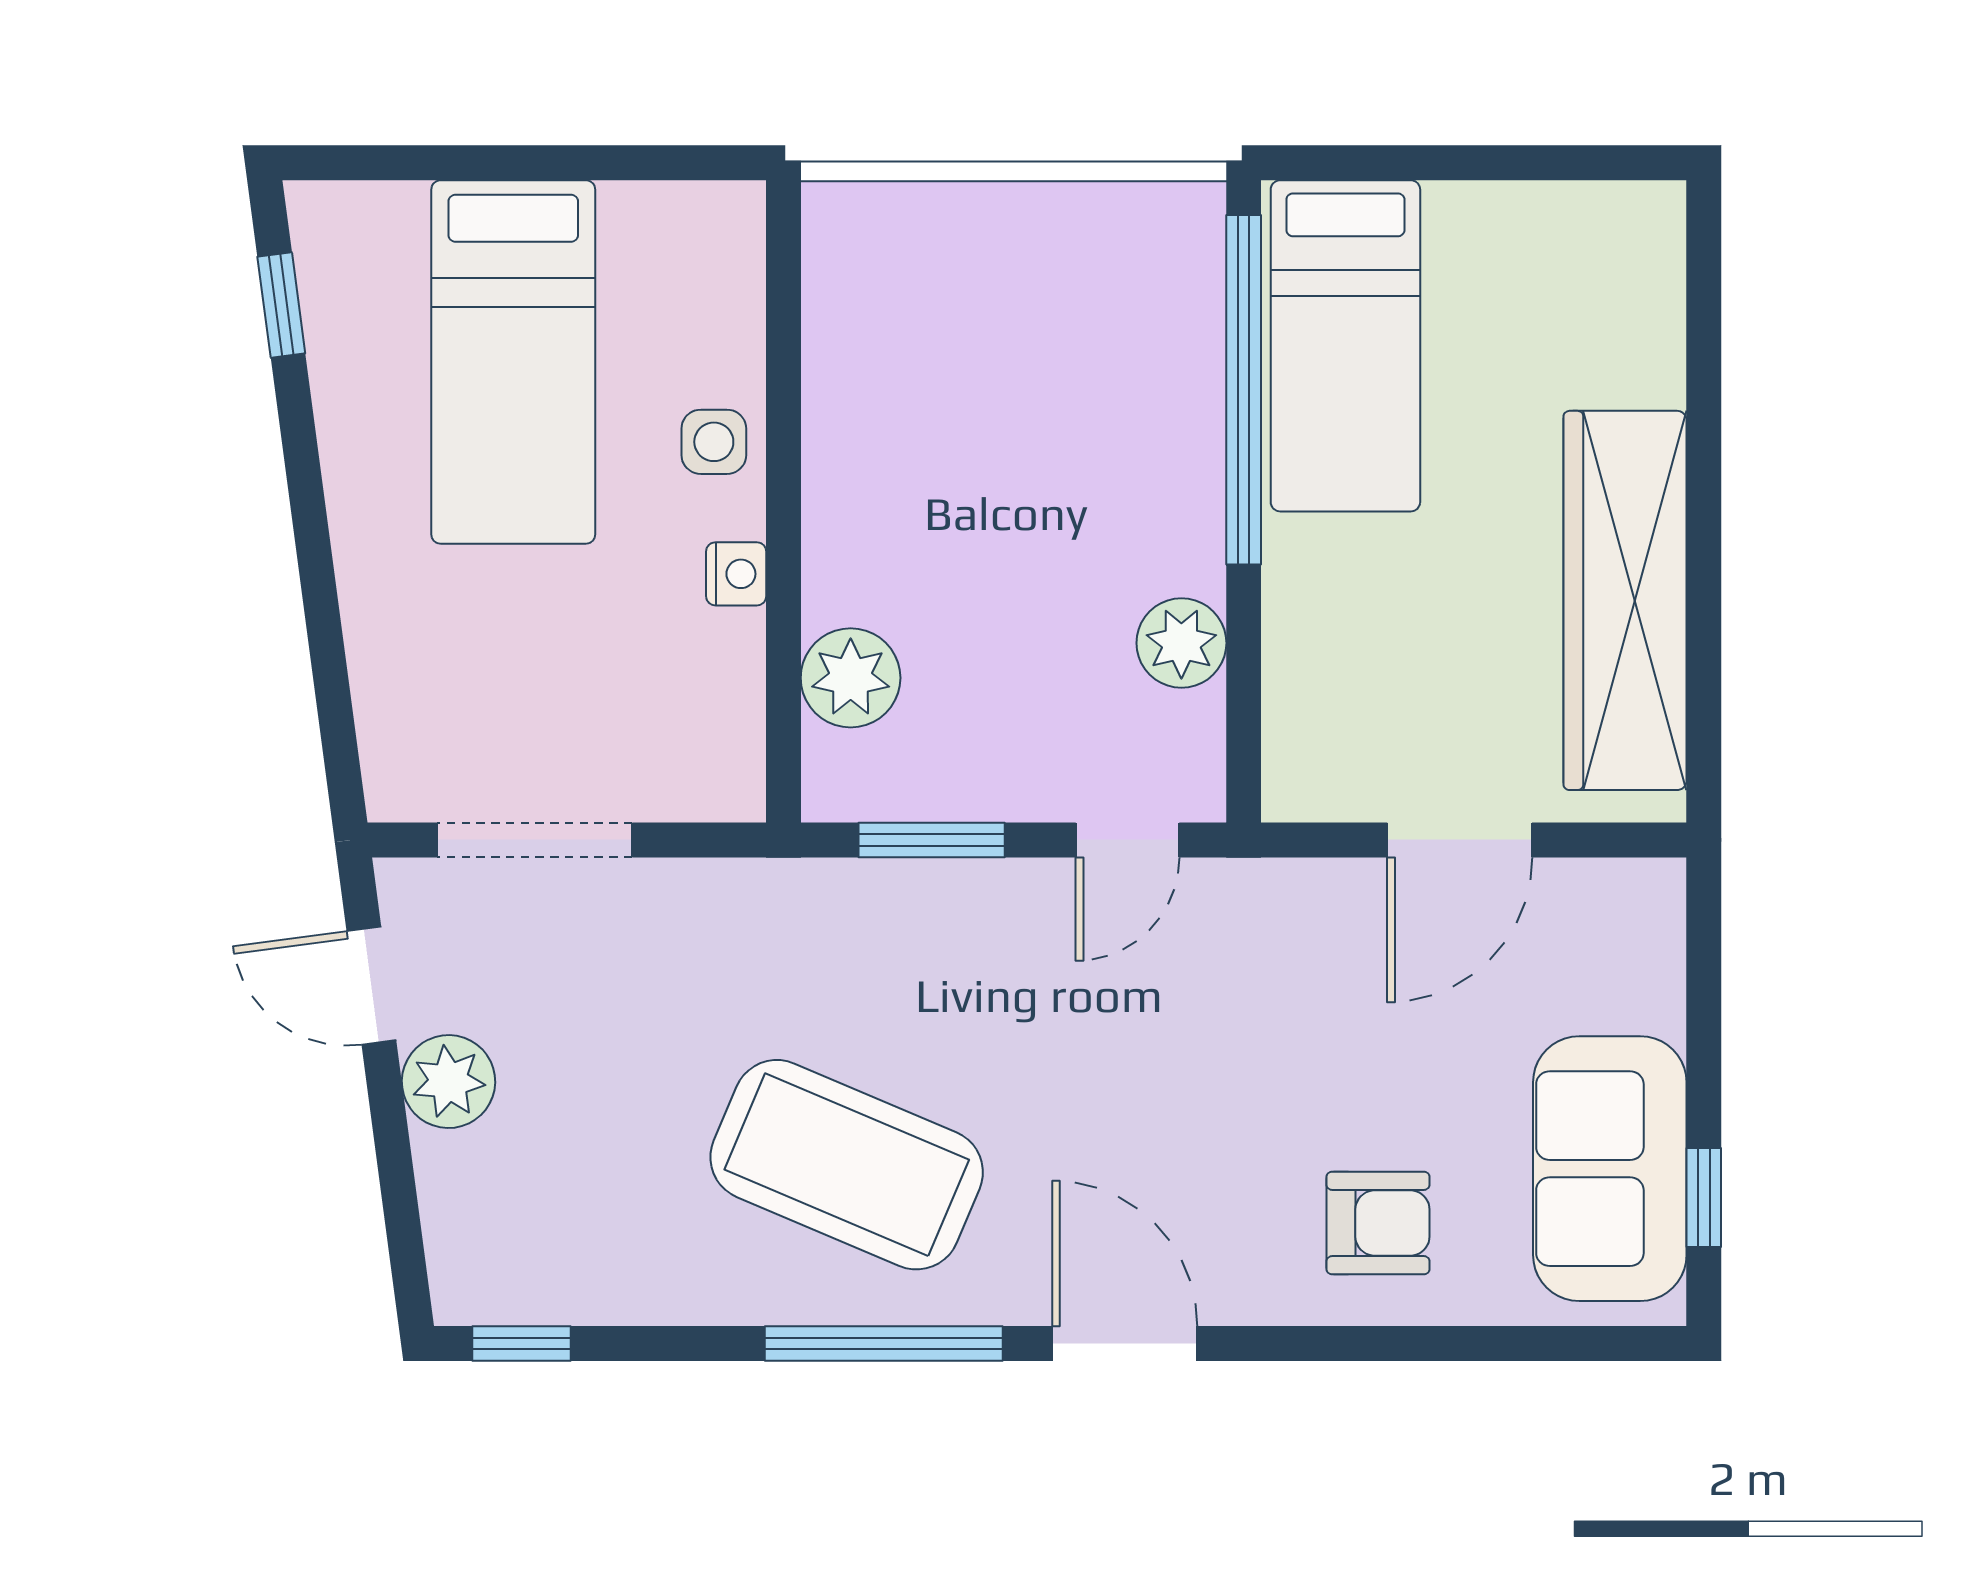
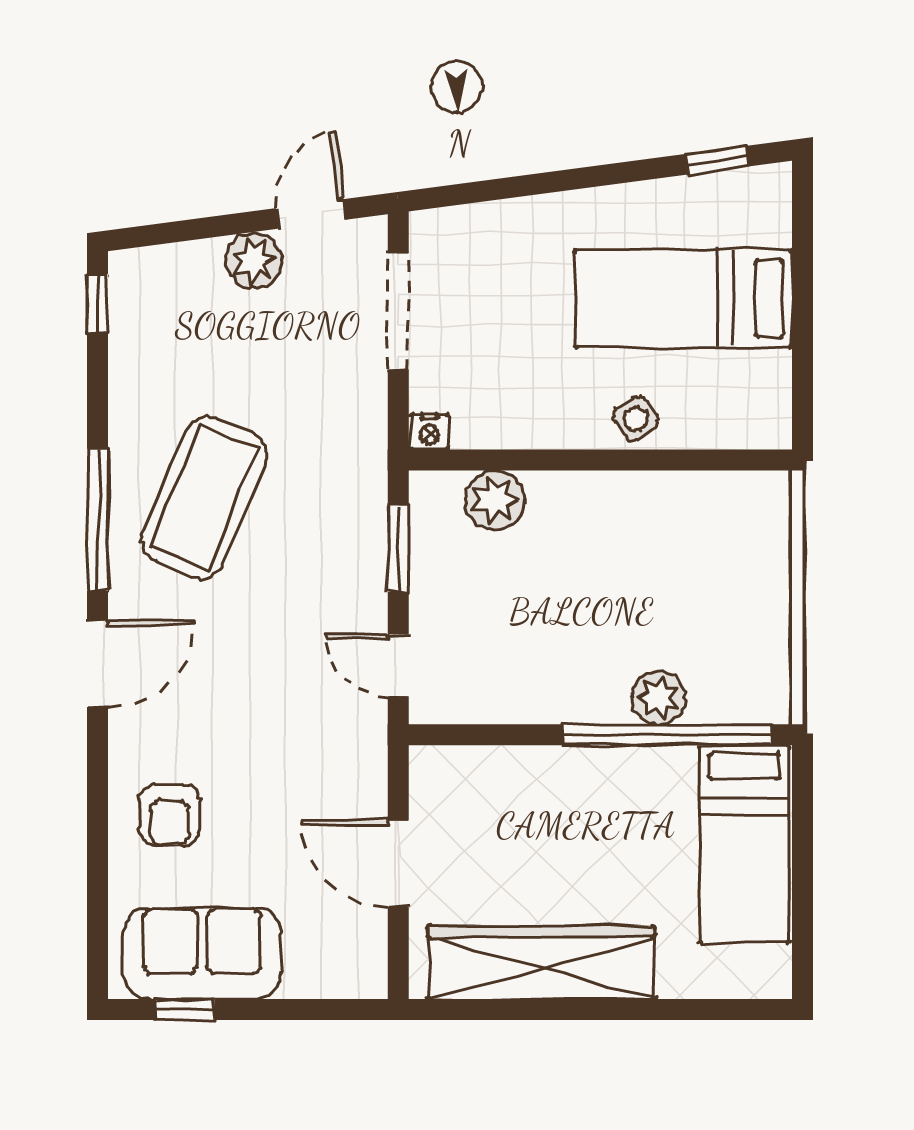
bed: (1345, 346) -> (744, 844), moved, turned -90
side table: (714, 442) -> (636, 418), turned -34
nightstand: (736, 574) -> (429, 432), moved
plant: (1181, 643) -> (658, 698), moved

